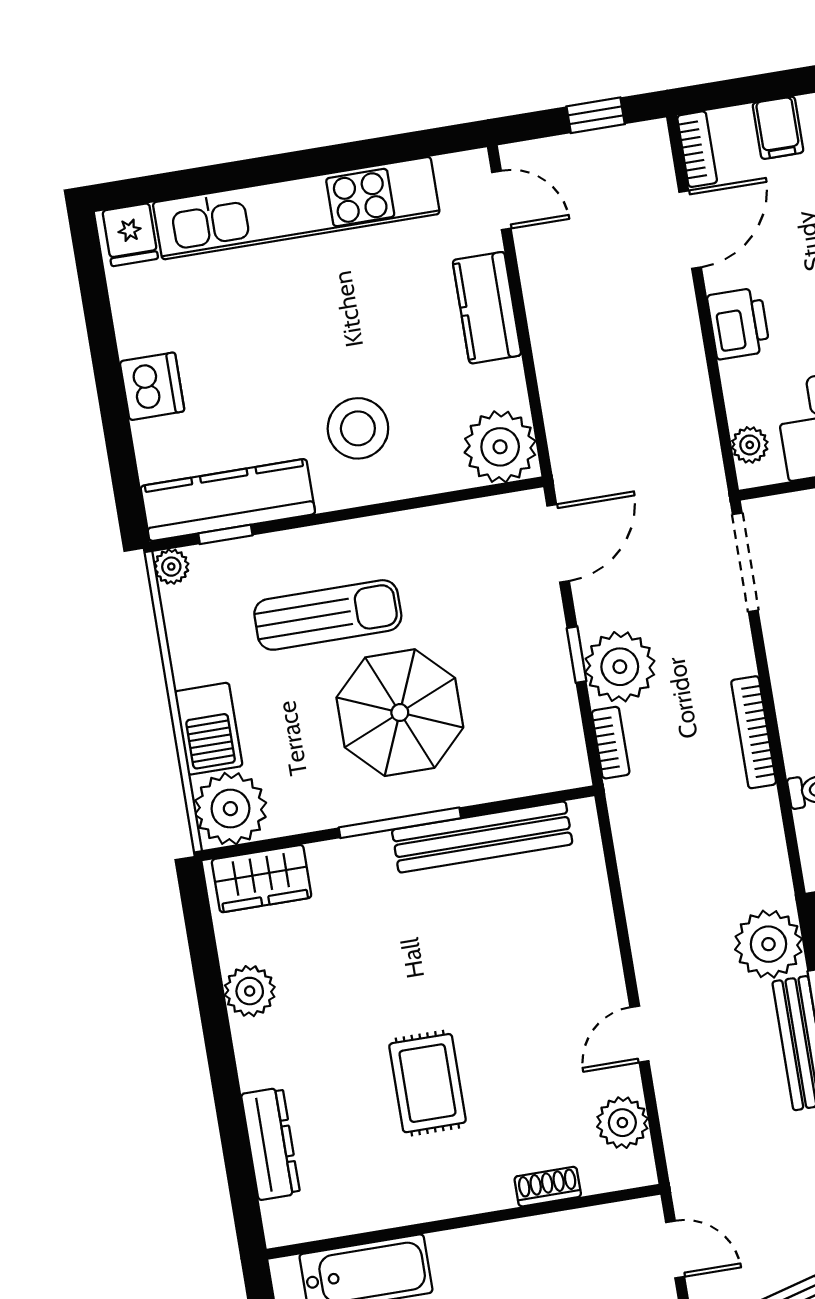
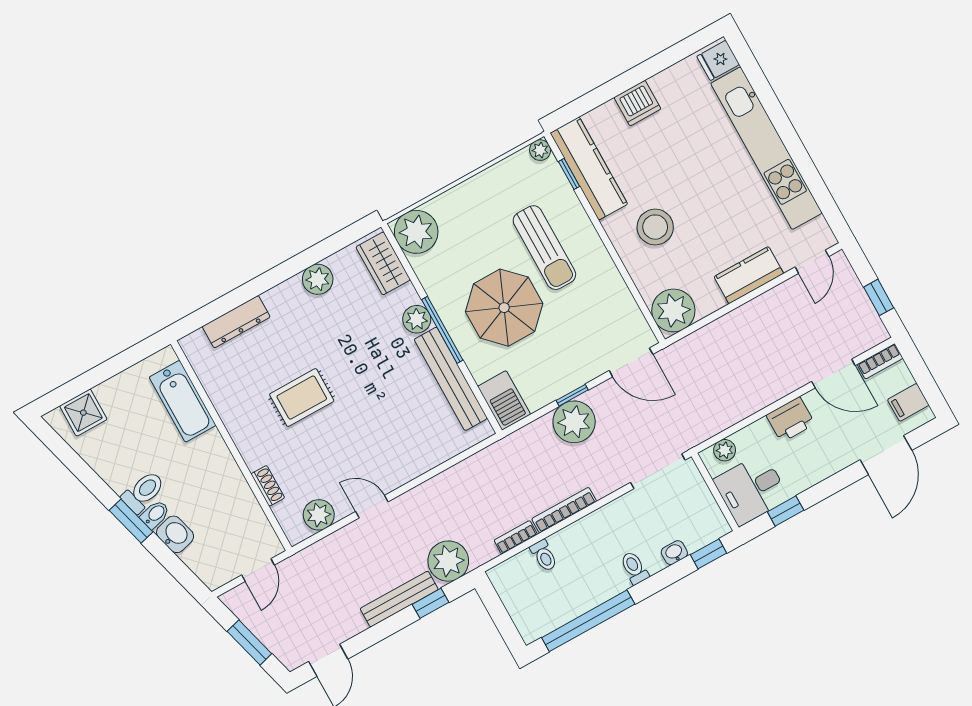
barbecue: (208, 729) -> (504, 400), moved, turned -90
bookcase: (611, 743) -> (516, 537), moved, turned 180
plant: (369, 857) -> (417, 319), added

